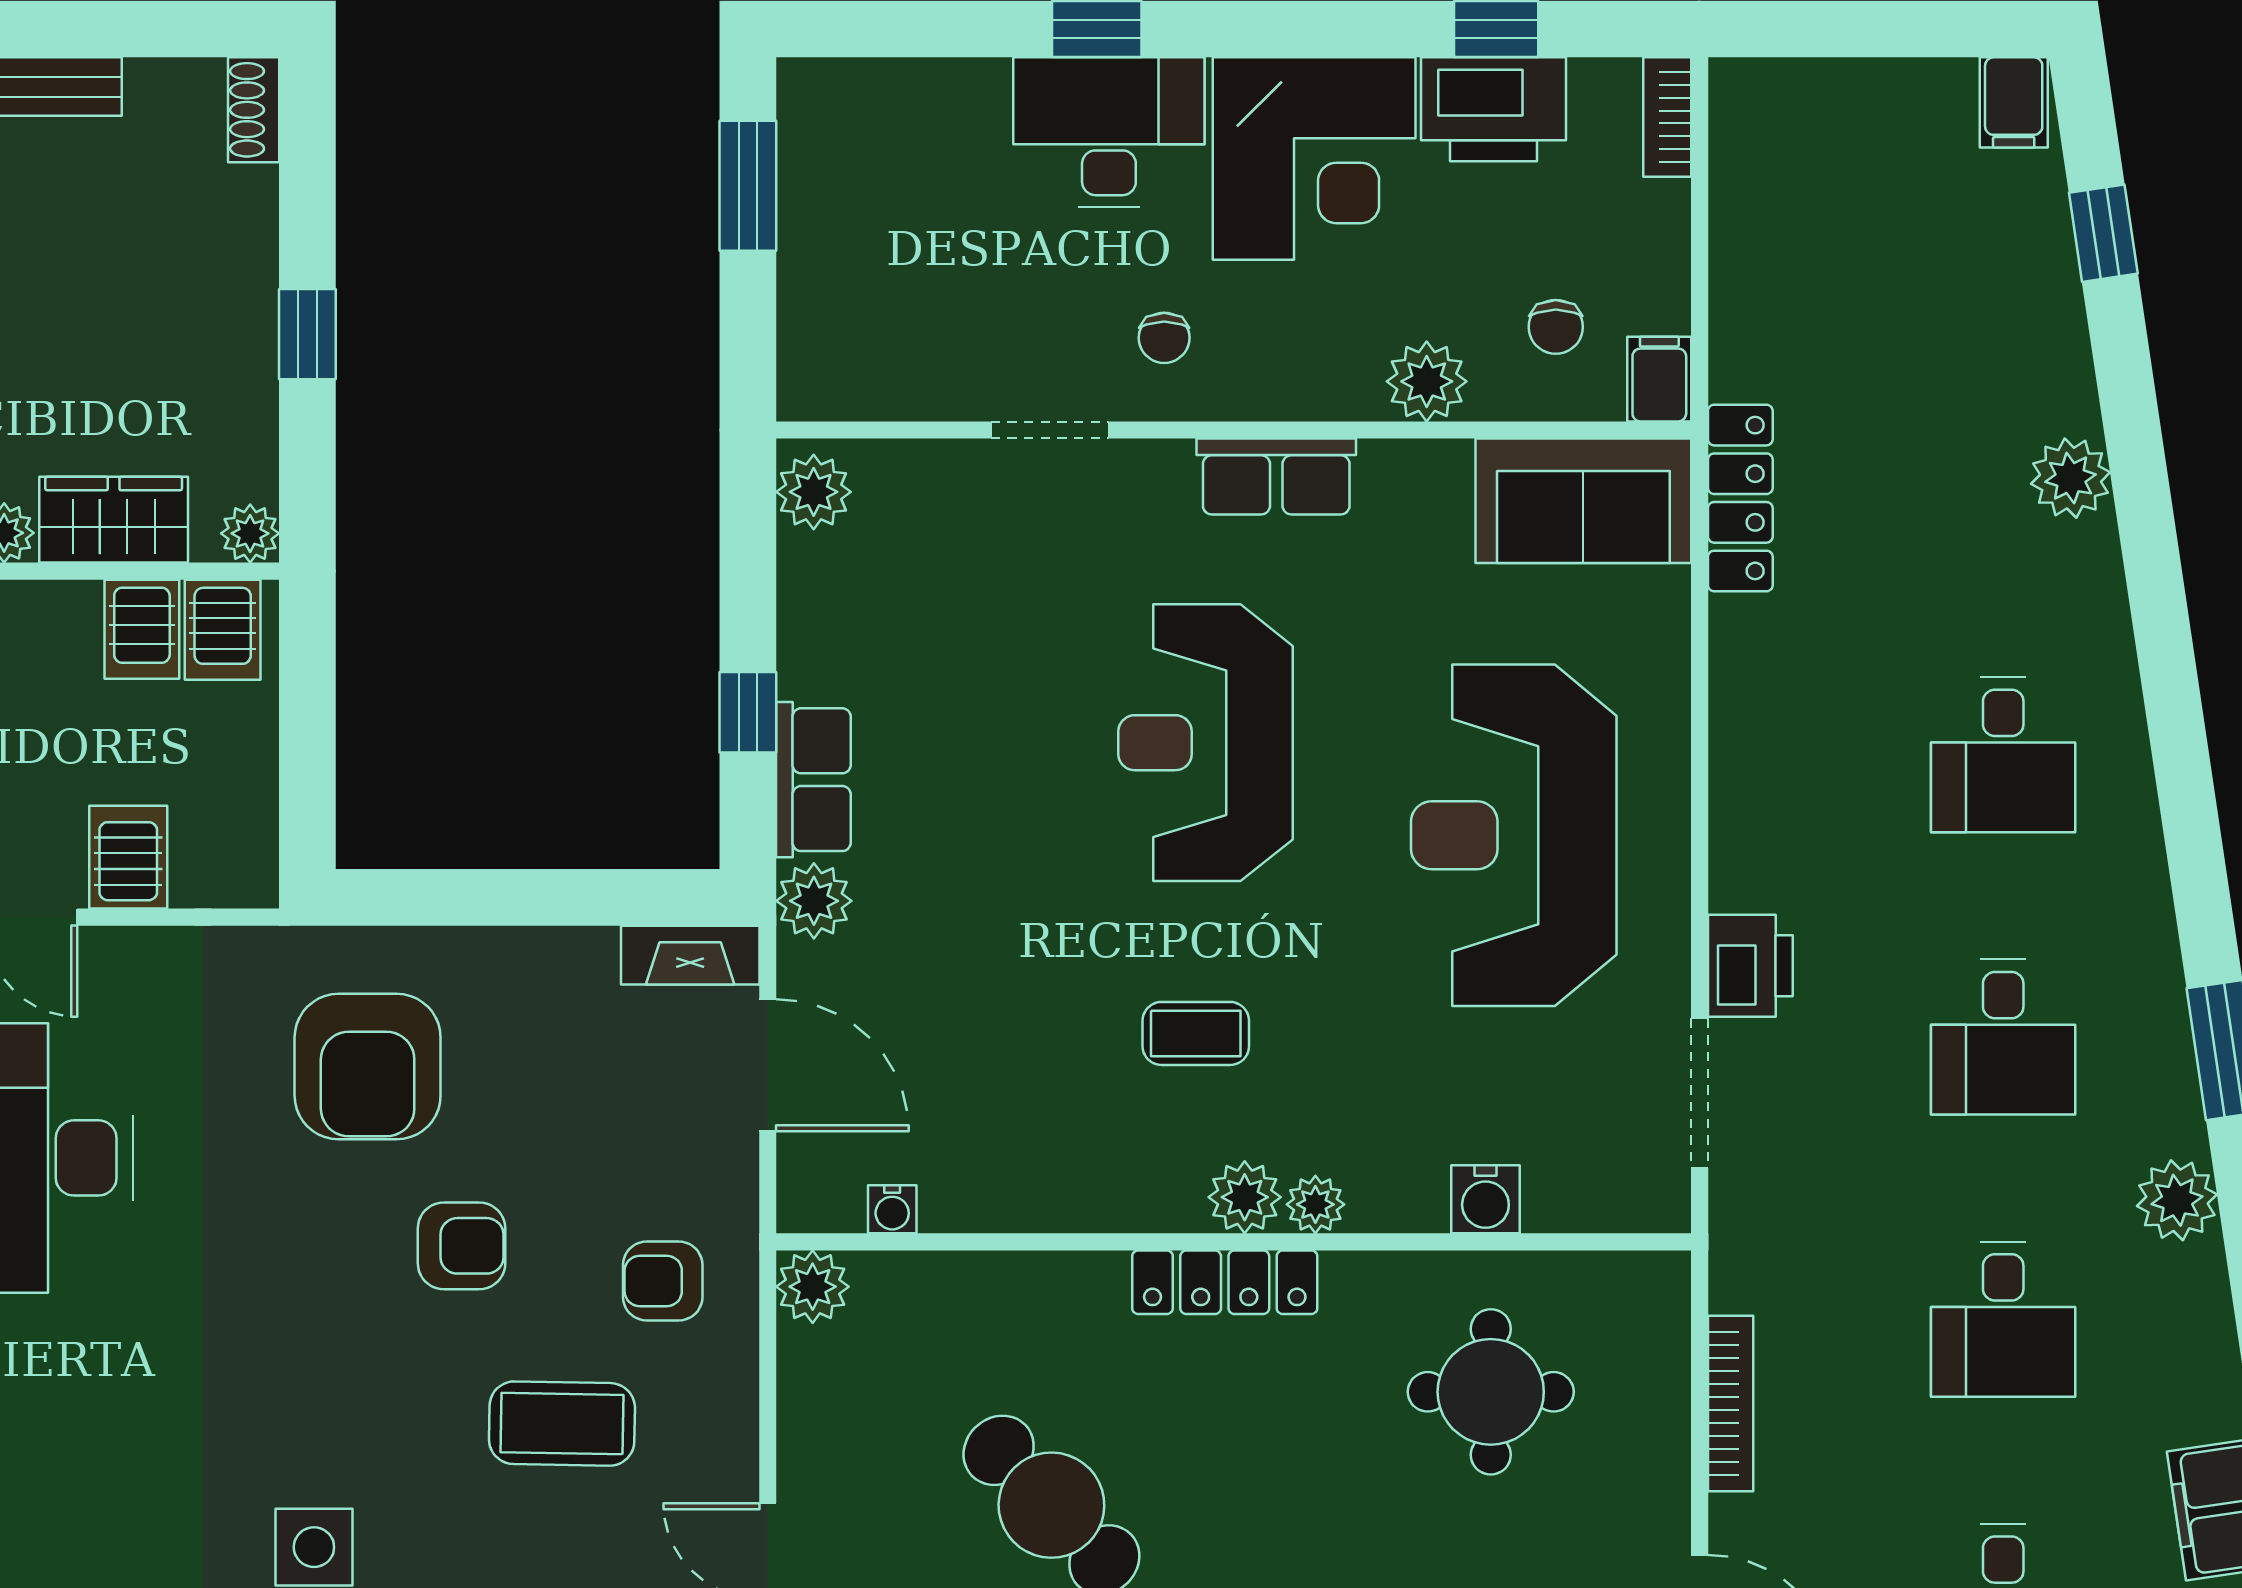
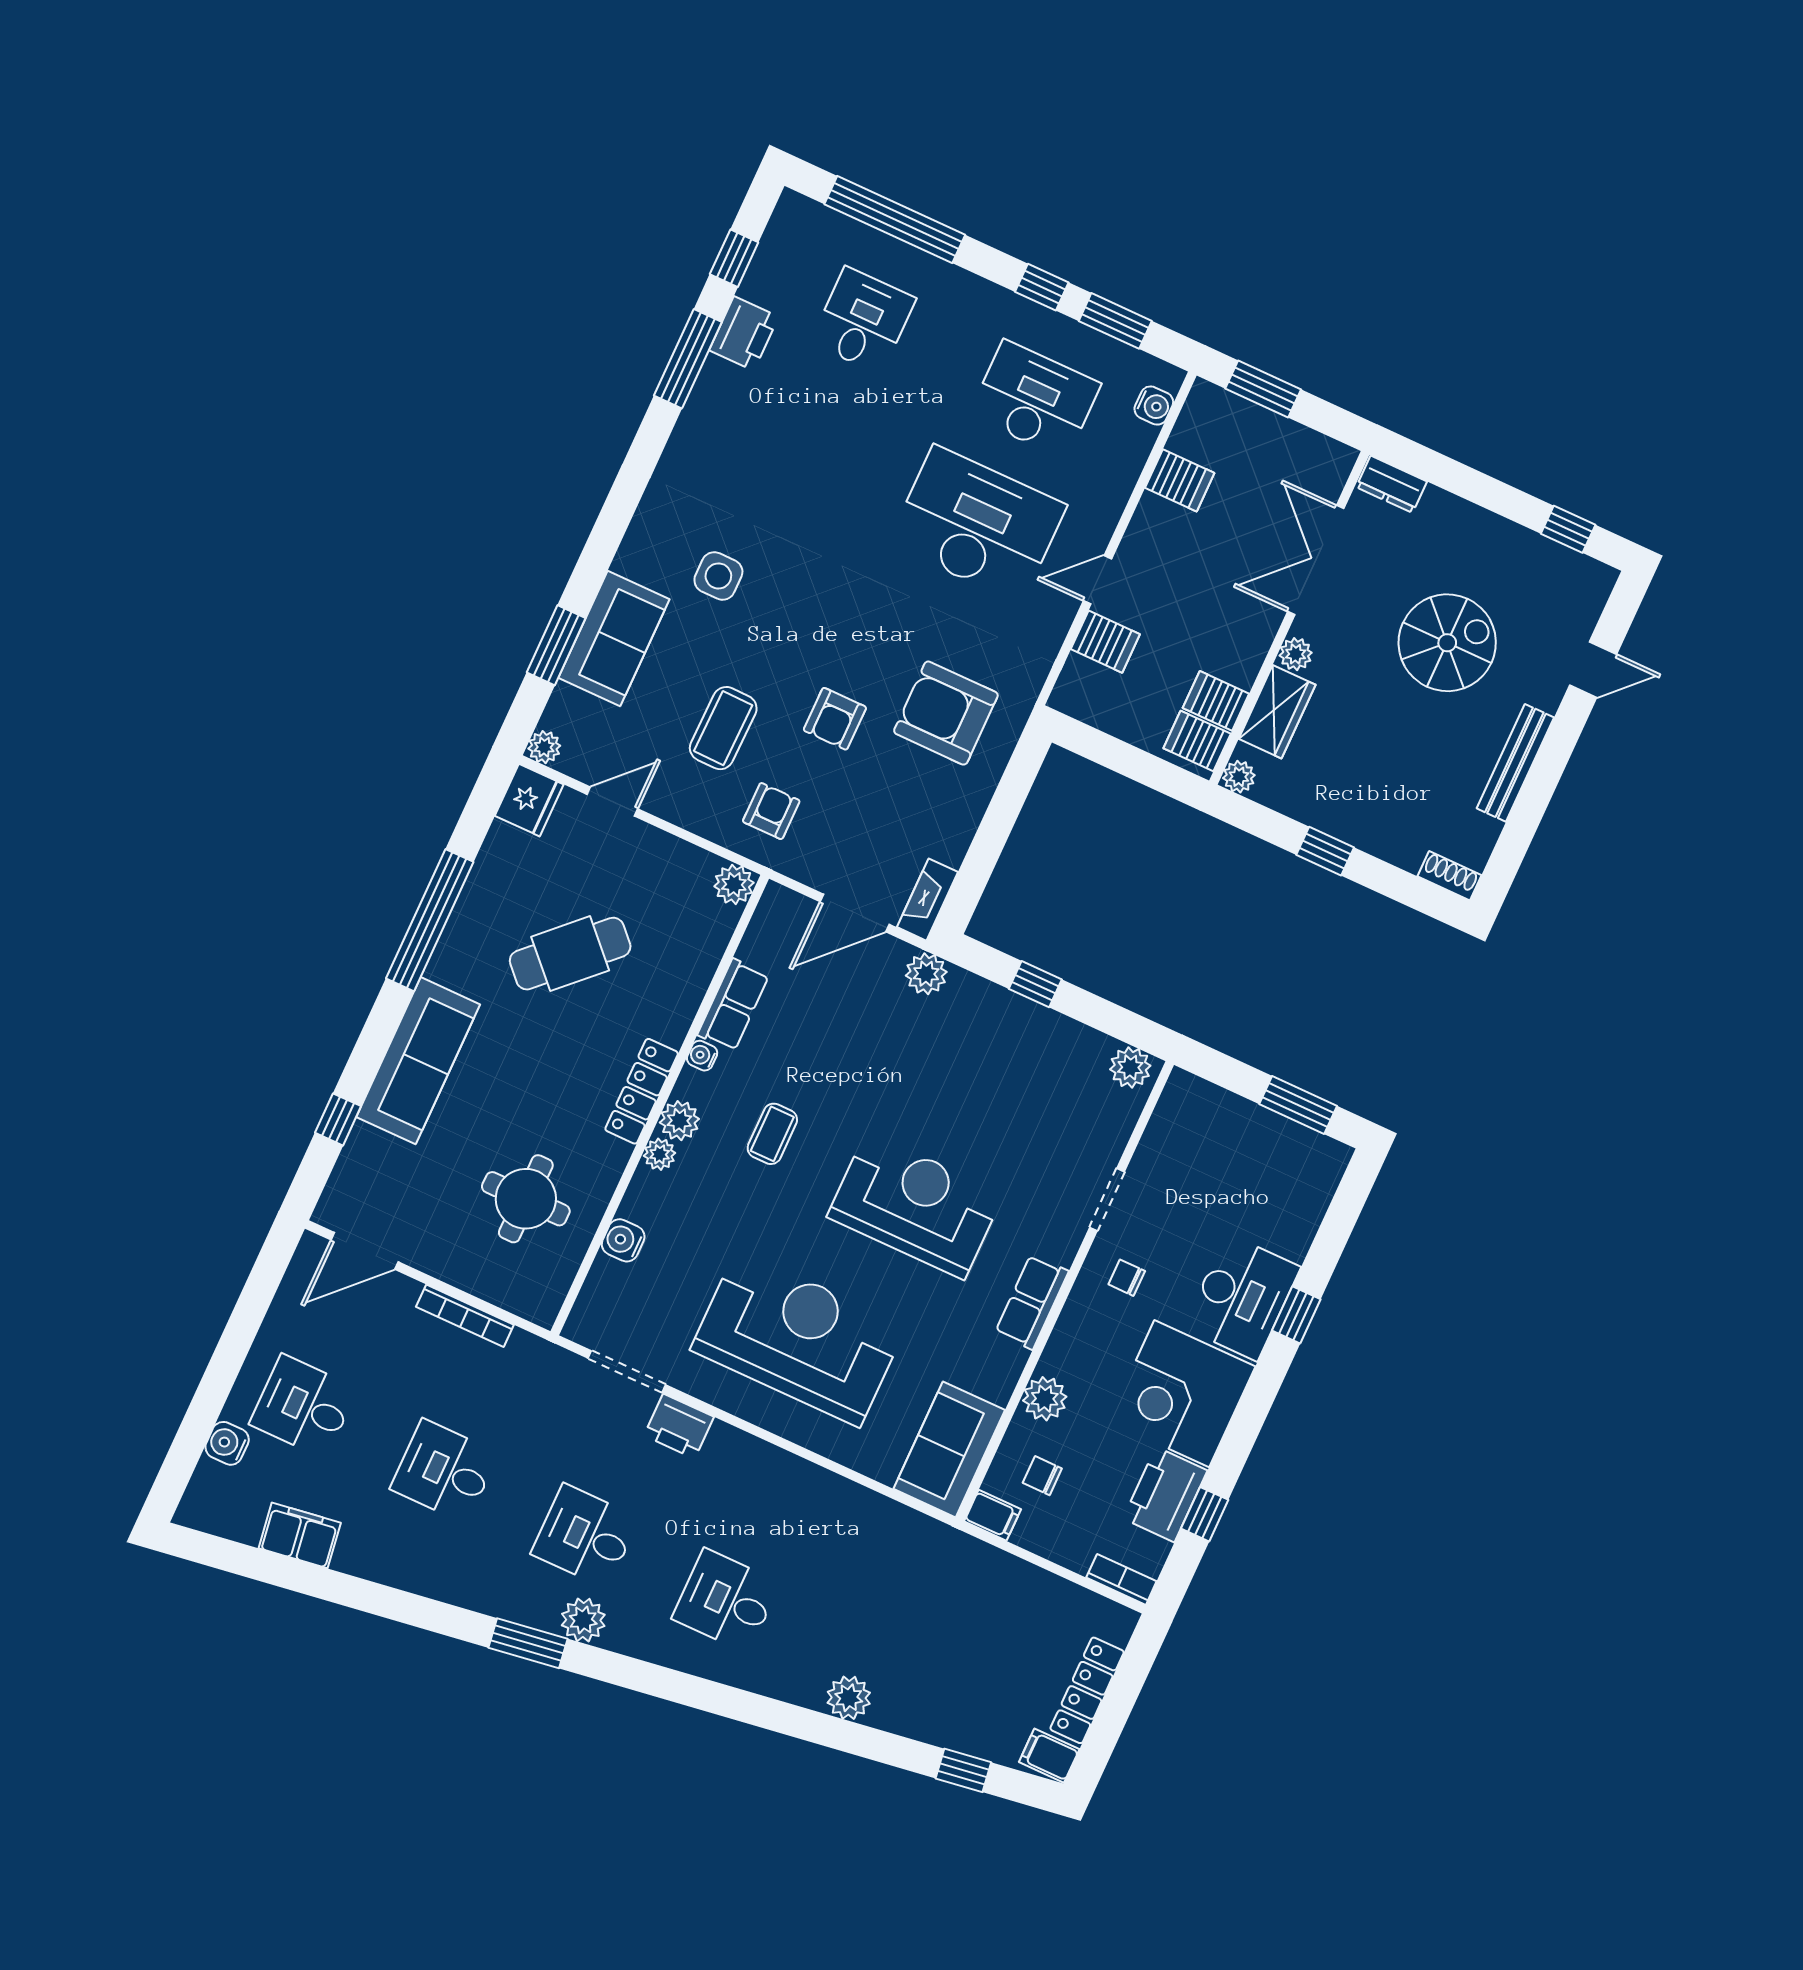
locker: (1740, 498) -> (1087, 1690), moved, turned 90
row of seats: (813, 780) -> (733, 1005), moved, turned -90
plant: (2177, 1200) -> (583, 1620), moved
water cooler: (892, 1209) -> (702, 1056), moved

